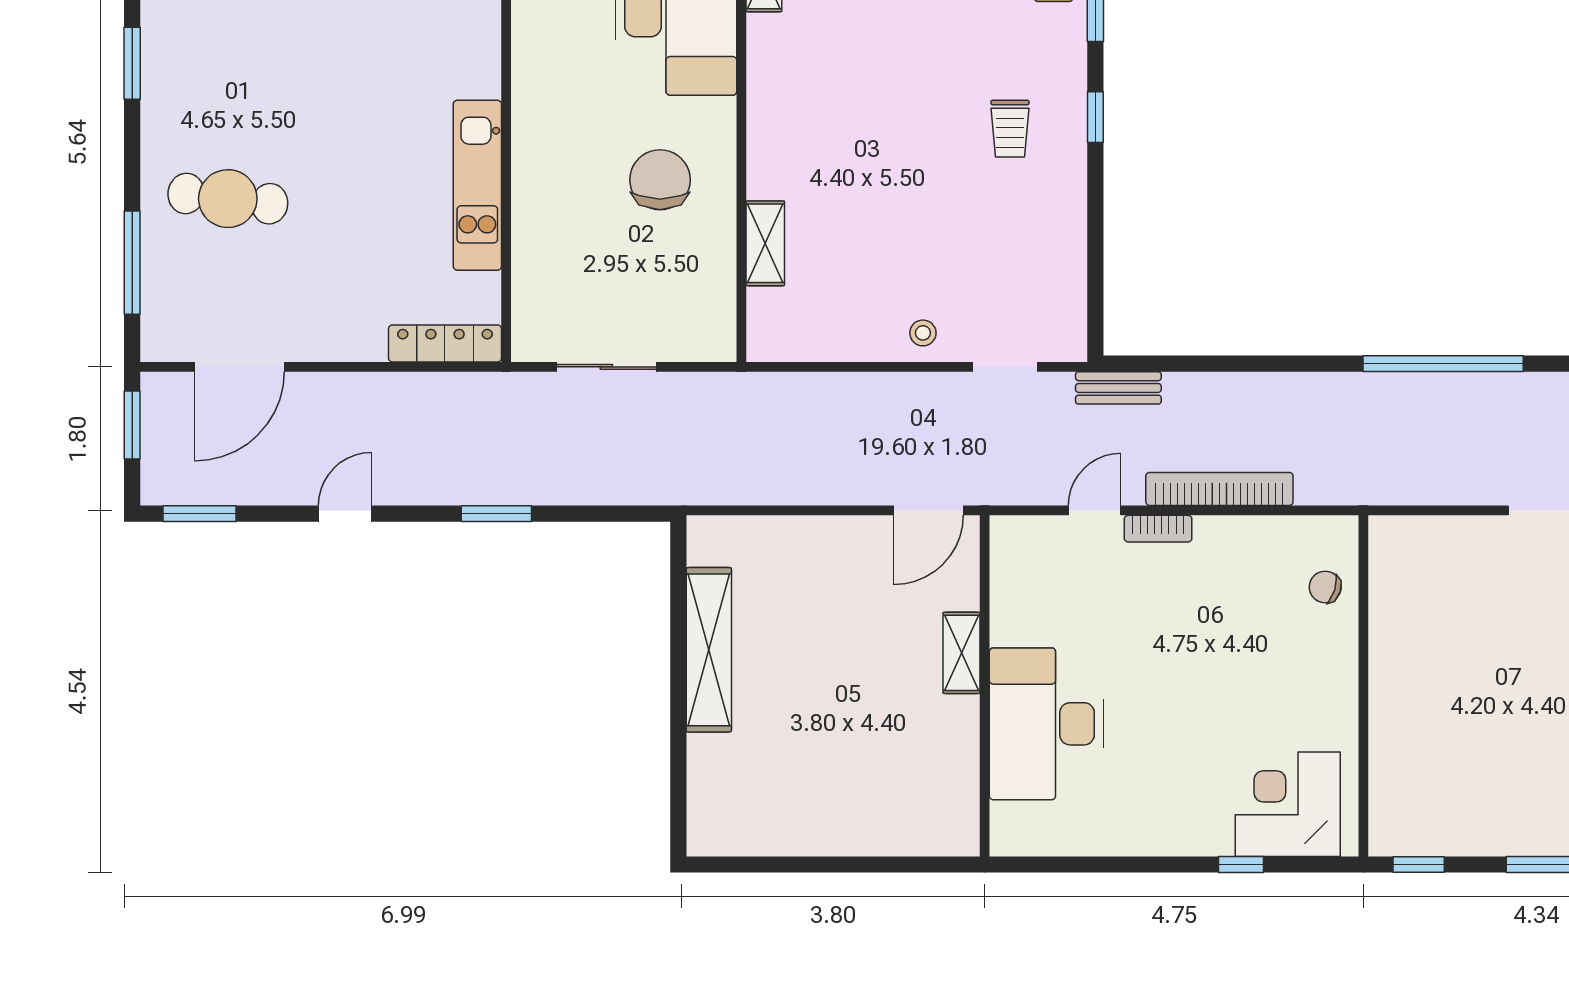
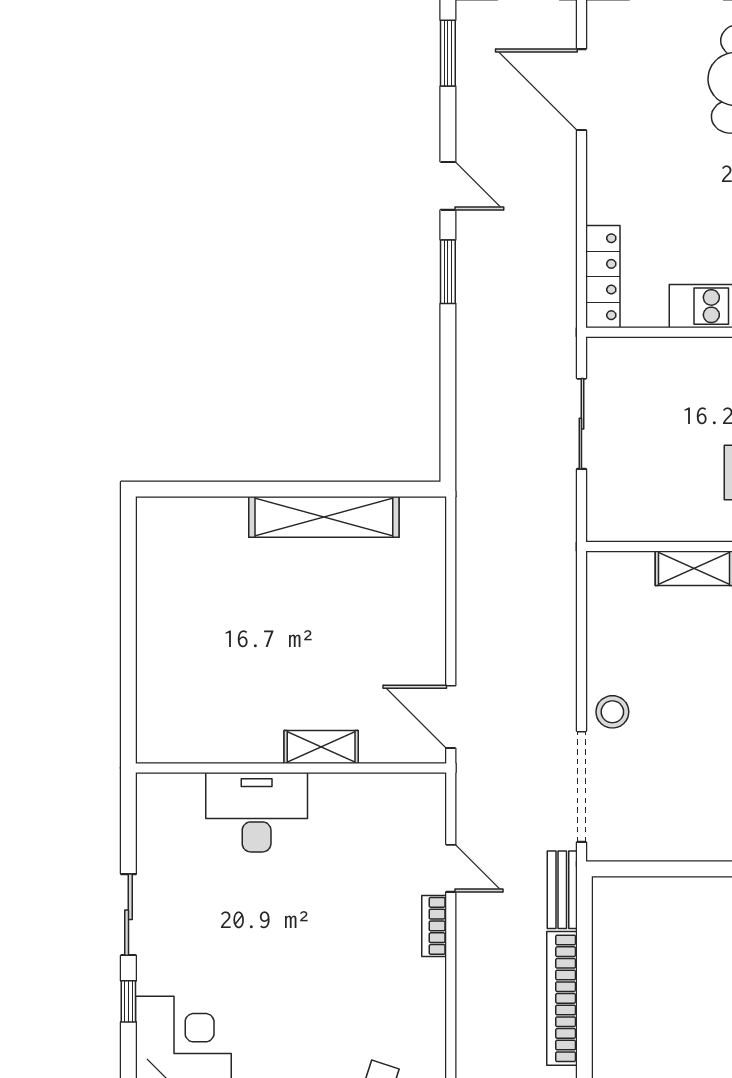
stool: (923, 333) -> (612, 712), width x1.37, depth x1.37
doorway: (1005, 367) -> (581, 787), width x1.87
bookcase: (1219, 489) -> (562, 998), moved, turned 180
window: (496, 514) -> (448, 272), moved
desk: (1046, 724) -> (257, 812), width x0.73, depth x0.77
sliding door: (1146, 865) -> (128, 915), added

